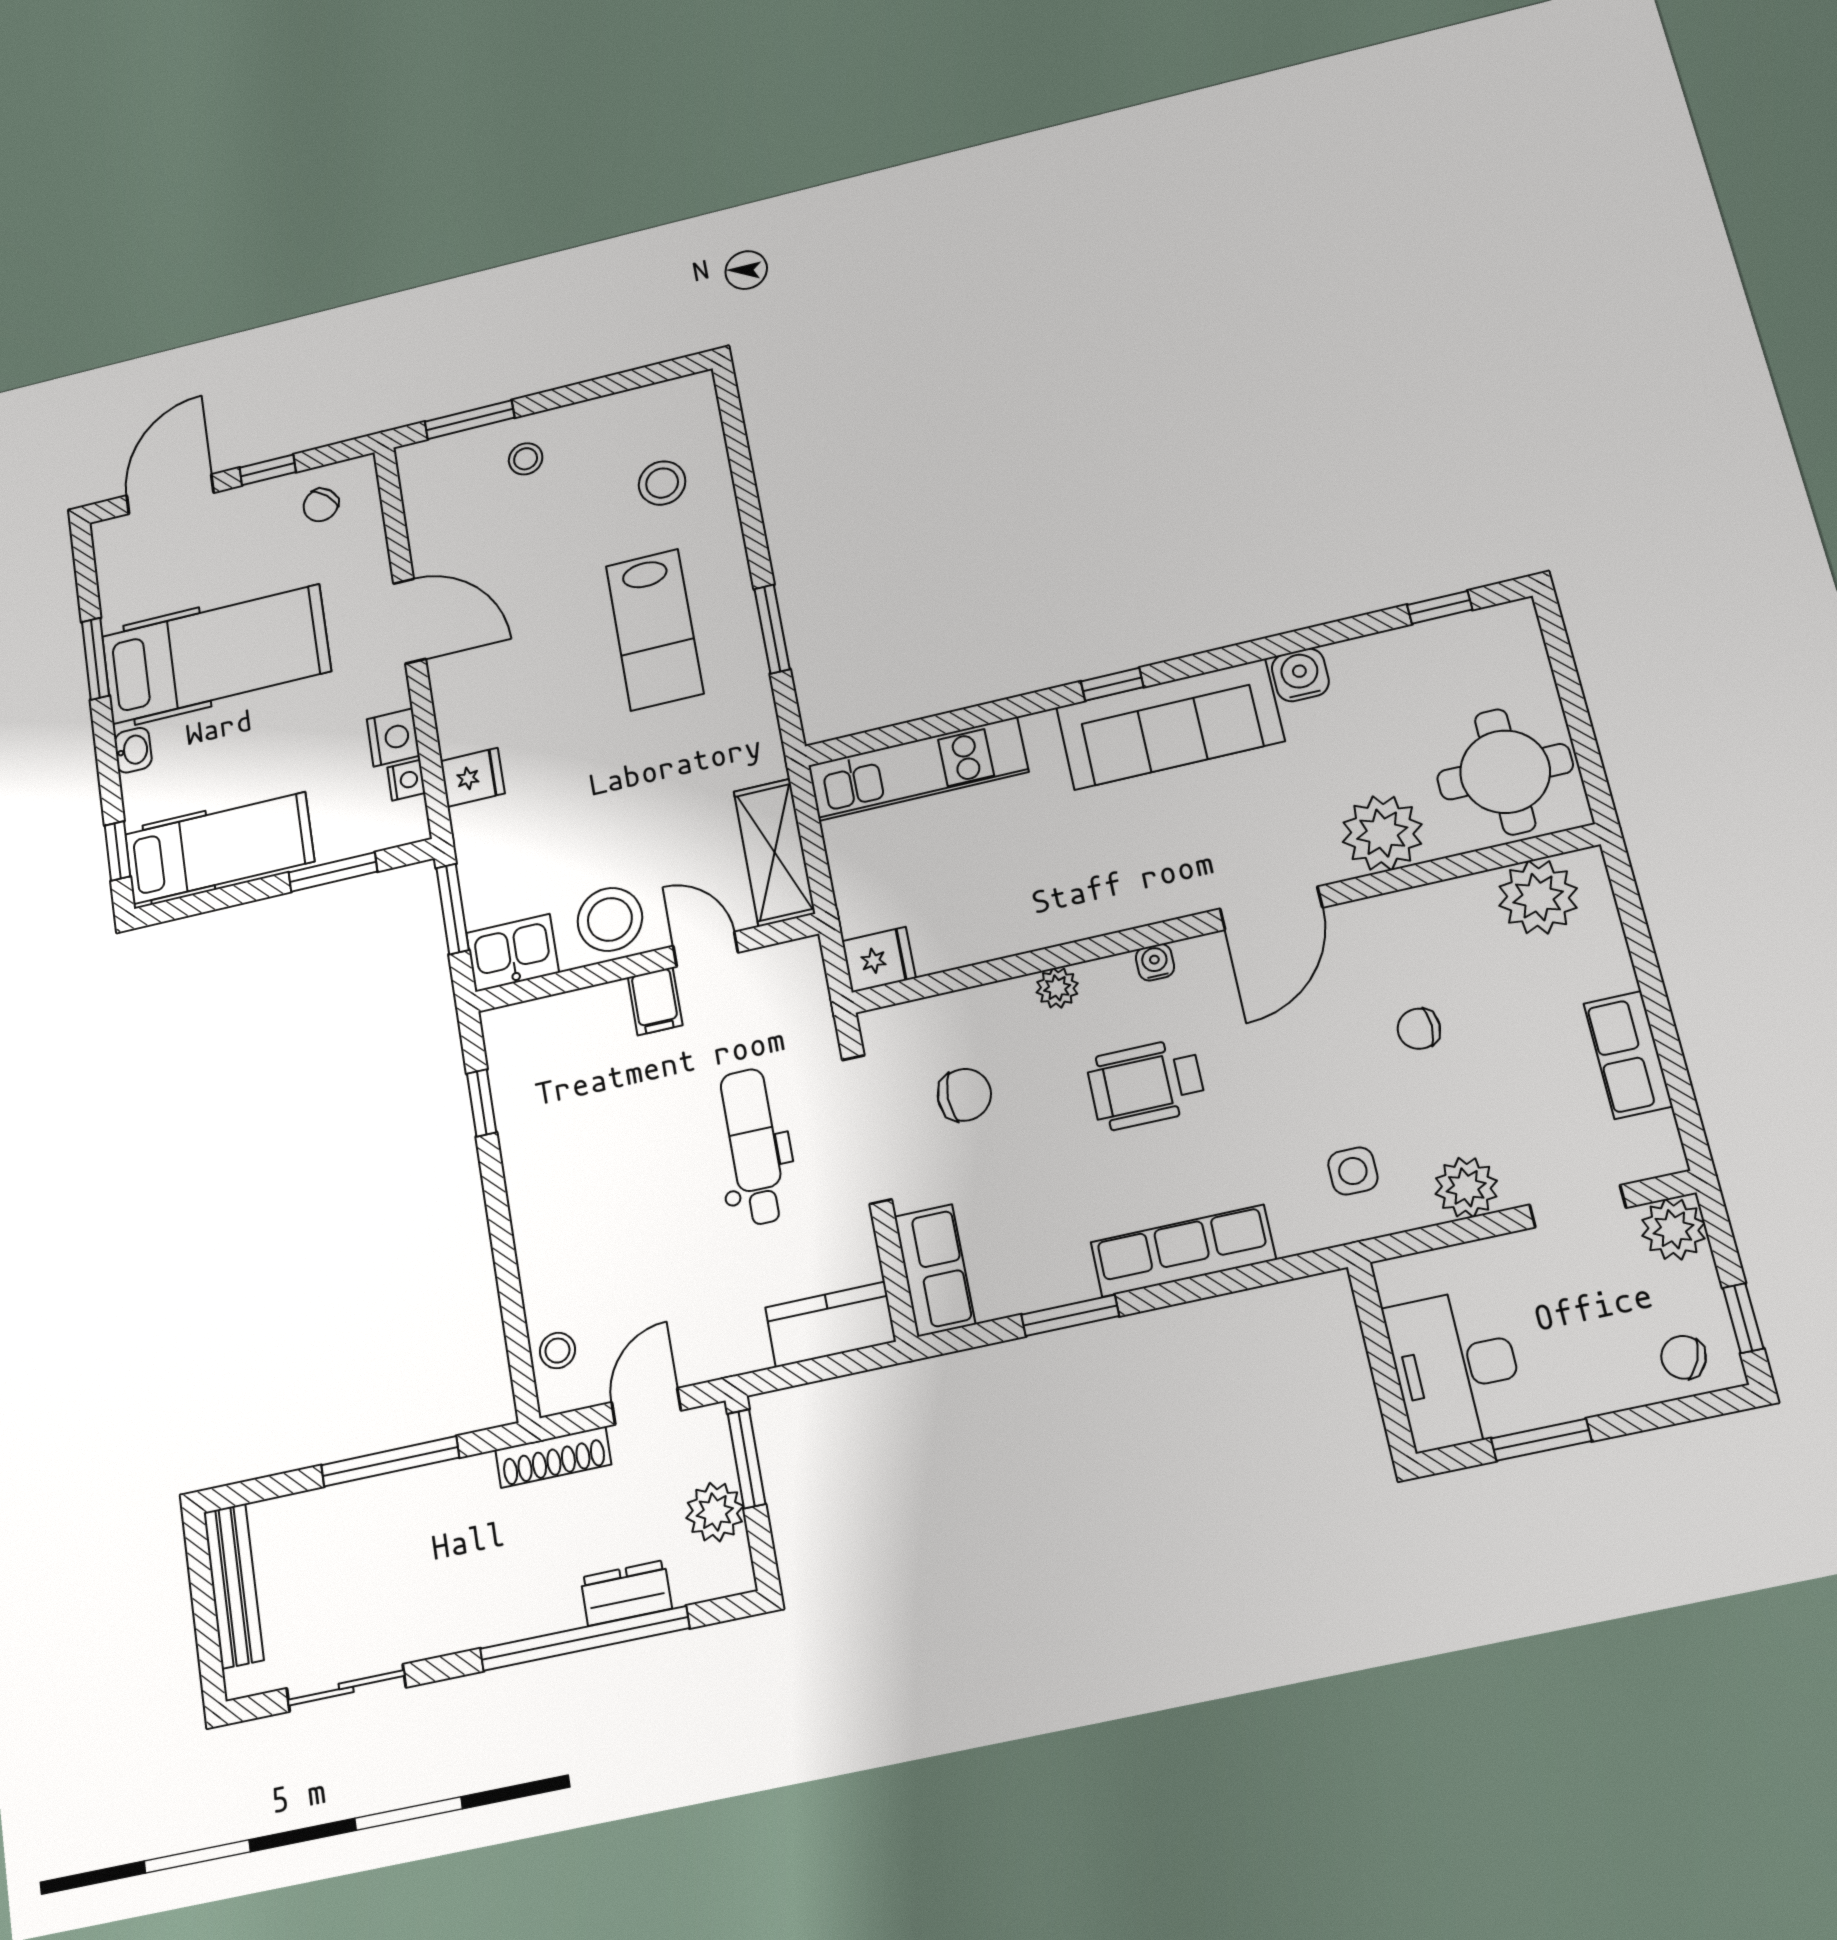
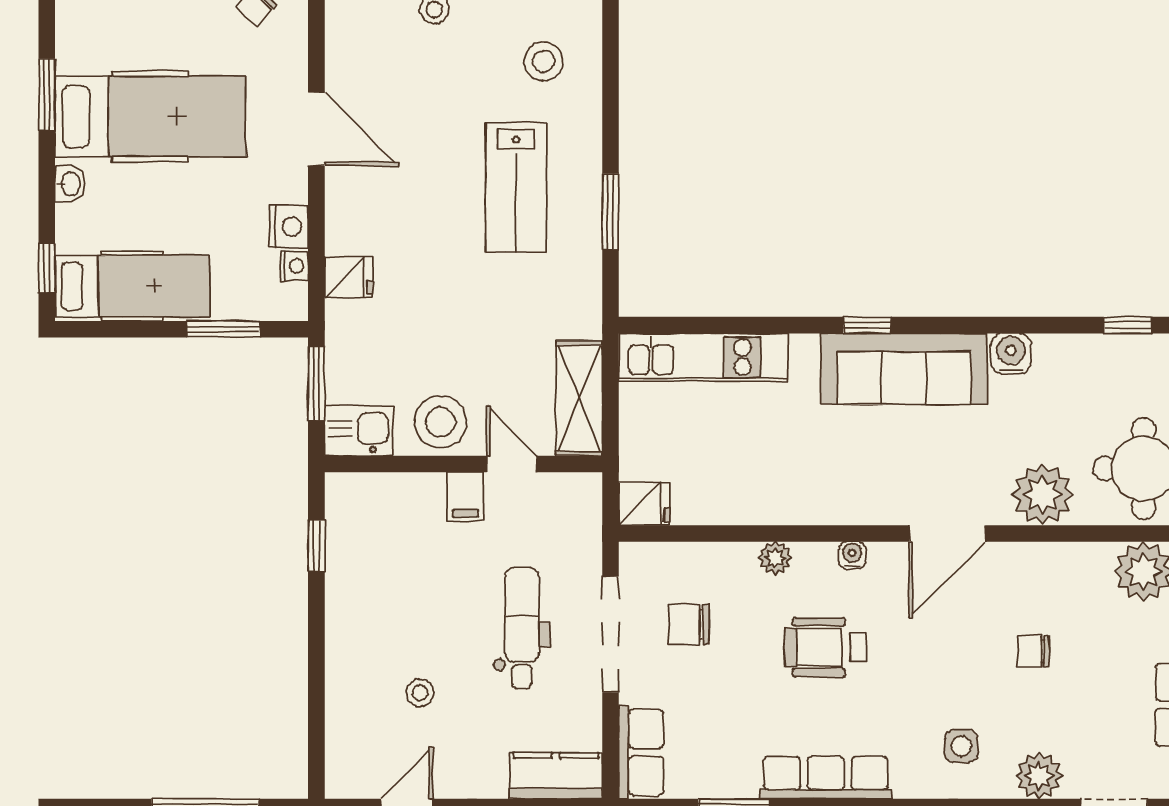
chair: (964, 1095) -> (689, 625), turned 180
stool: (557, 1350) -> (420, 693), moved

